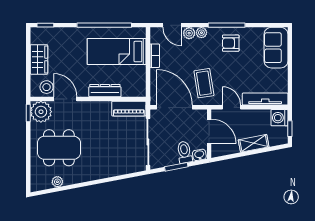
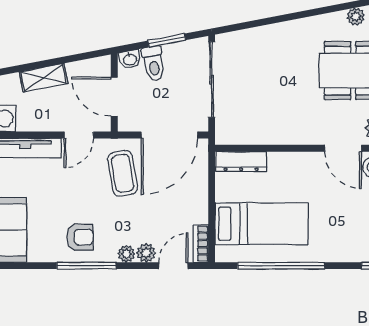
door: (172, 25) -> (173, 266), hinge flipped
bookcase: (155, 56) -> (201, 244), moved
dresser: (105, 91) -> (241, 162), moved
door: (174, 107) -> (169, 135), hinge flipped
door: (231, 107) -> (79, 135), hinge flipped
piano: (129, 109) -> (242, 133), removed

